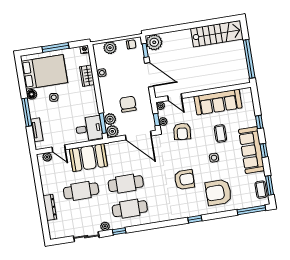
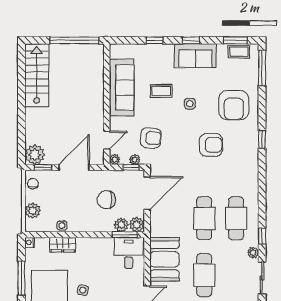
sofa: (251, 150) -> (195, 56), width x0.73
armchair: (184, 180) -> (211, 145), turned 90

